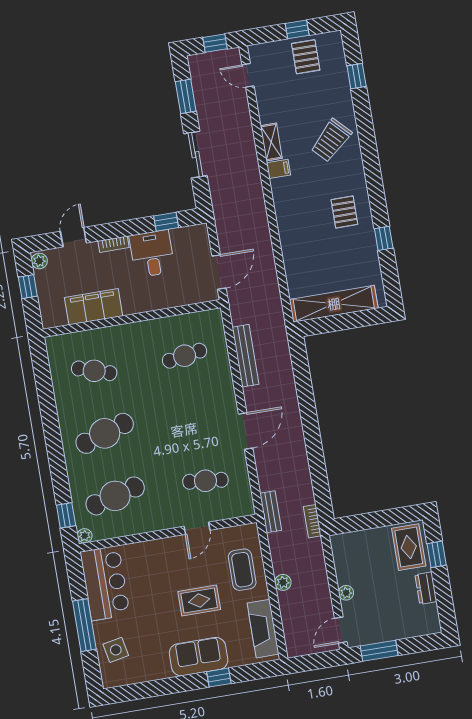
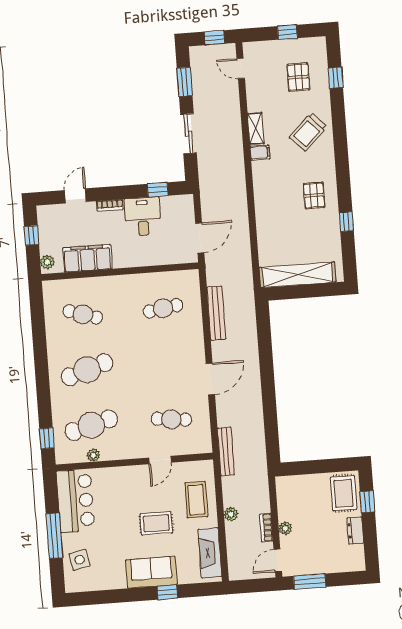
pallet: (306, 57) -> (298, 77), moved
plant: (39, 261) -> (47, 262), moved
bench: (271, 512) -> (226, 451), width x1.36
bookcase: (312, 521) -> (266, 528), moved
plant: (85, 536) -> (93, 455), moved

